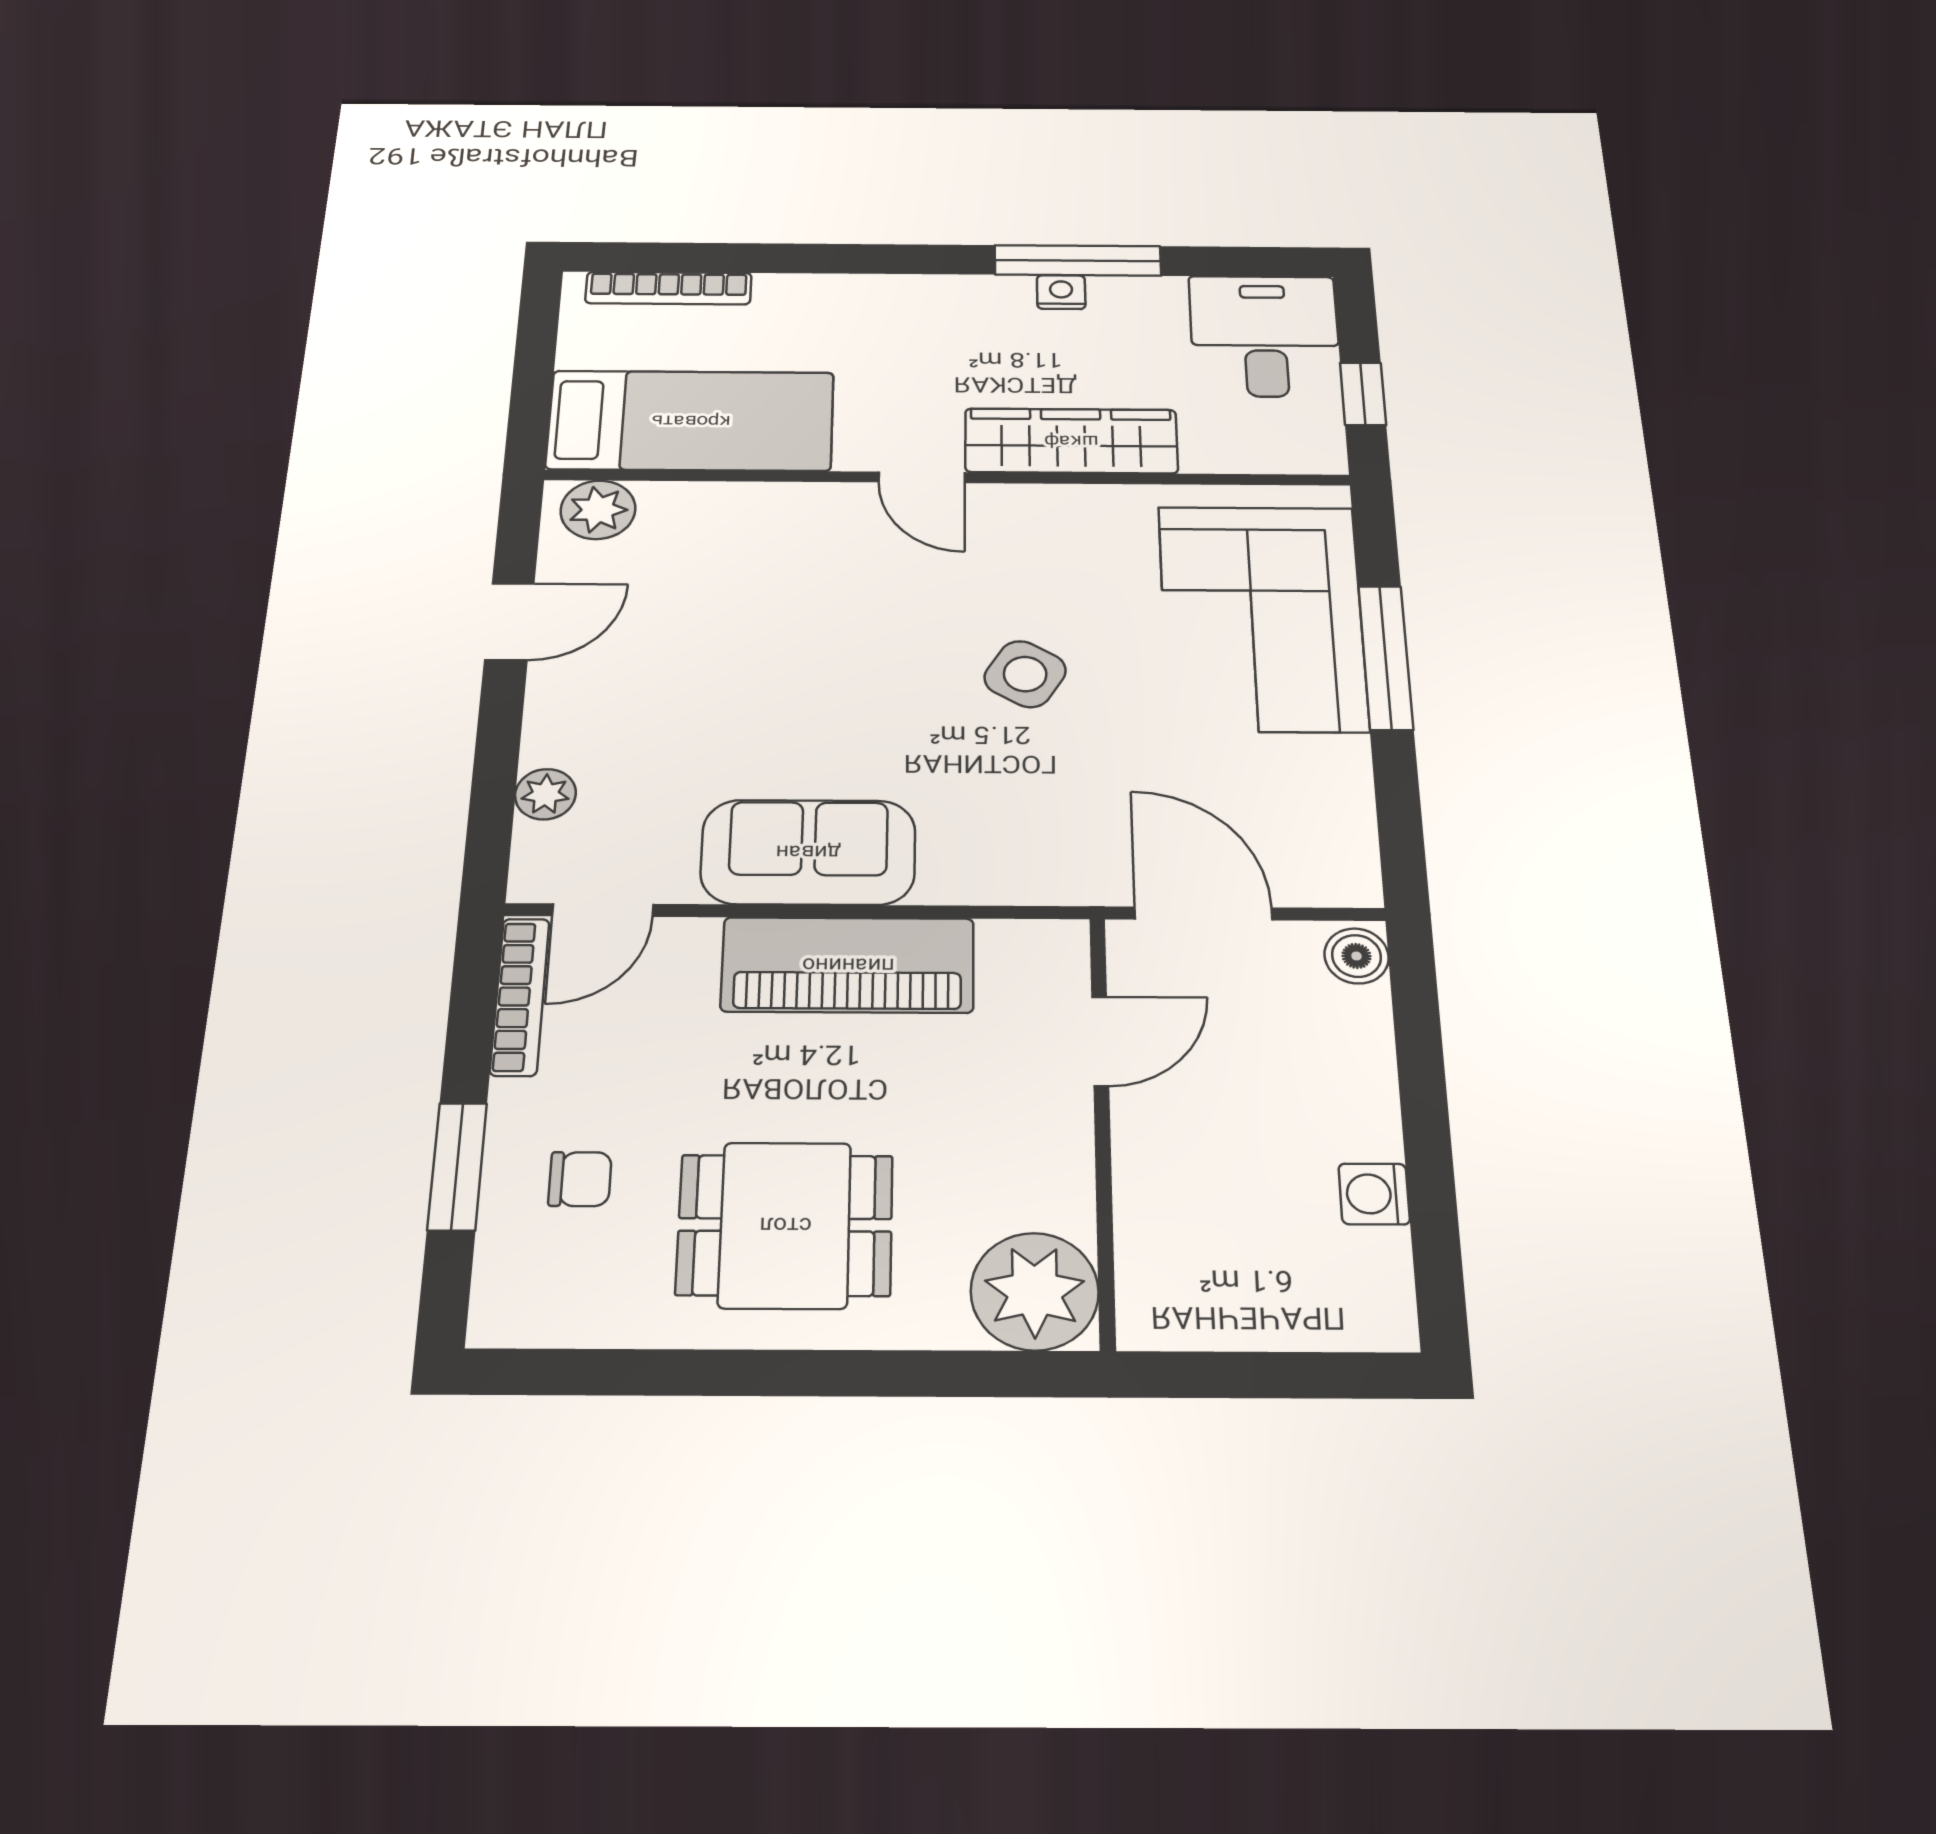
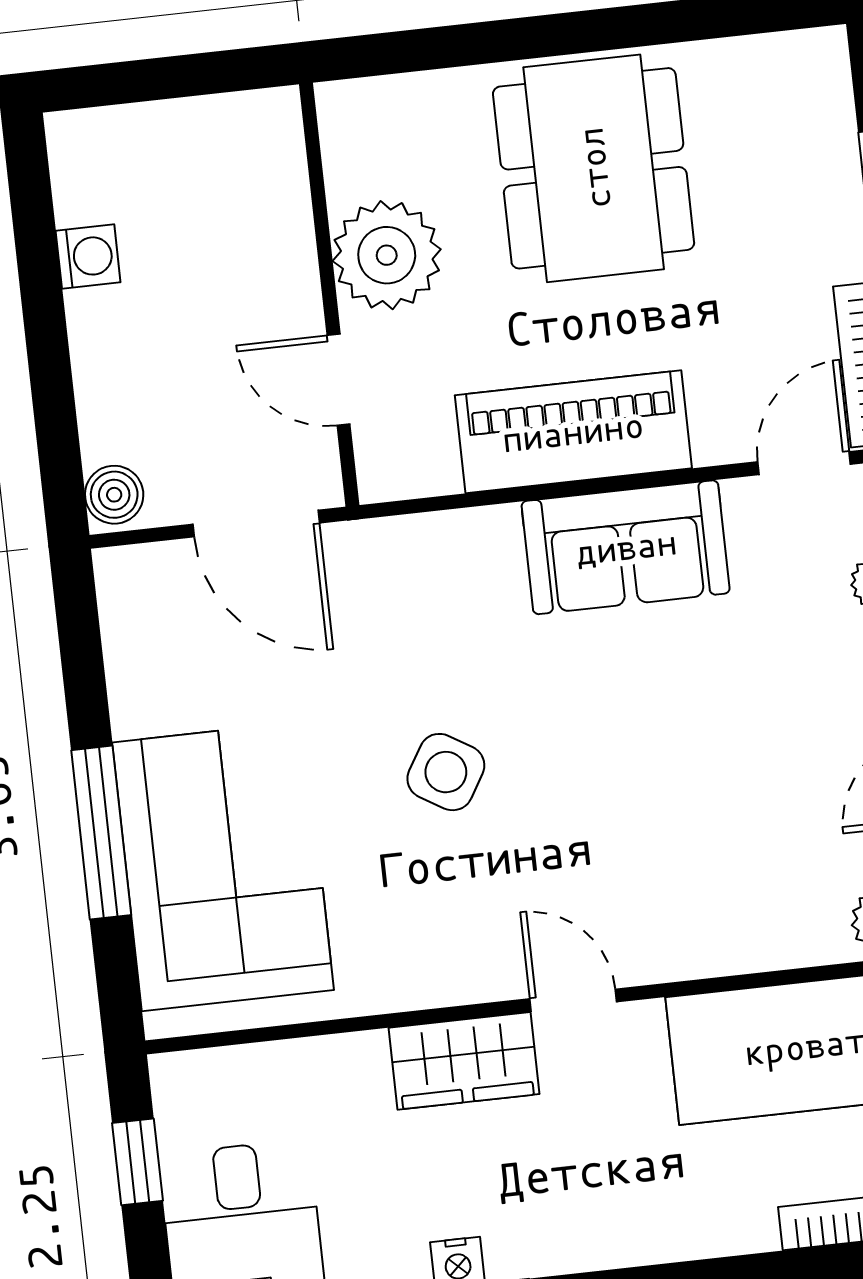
wardrobe: (1071, 441) -> (464, 1061), width x0.67
door: (1100, 1041) -> (339, 380), hinge flipped
chair: (580, 1179) -> (777, 191), removed
dining table: (785, 1225) -> (594, 168), width x1.38
plant: (1035, 1291) -> (387, 255), moved

